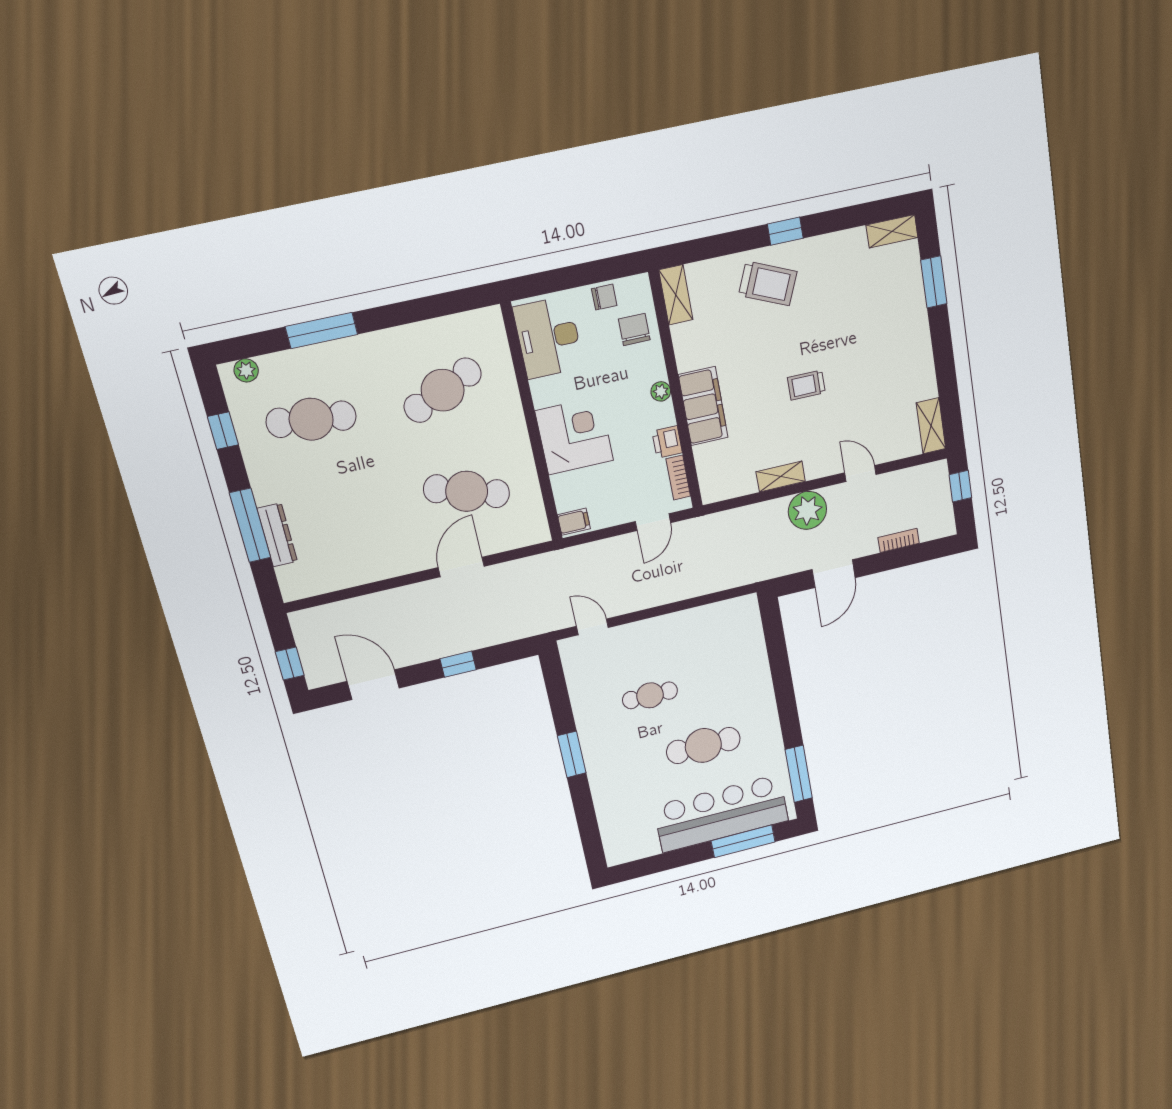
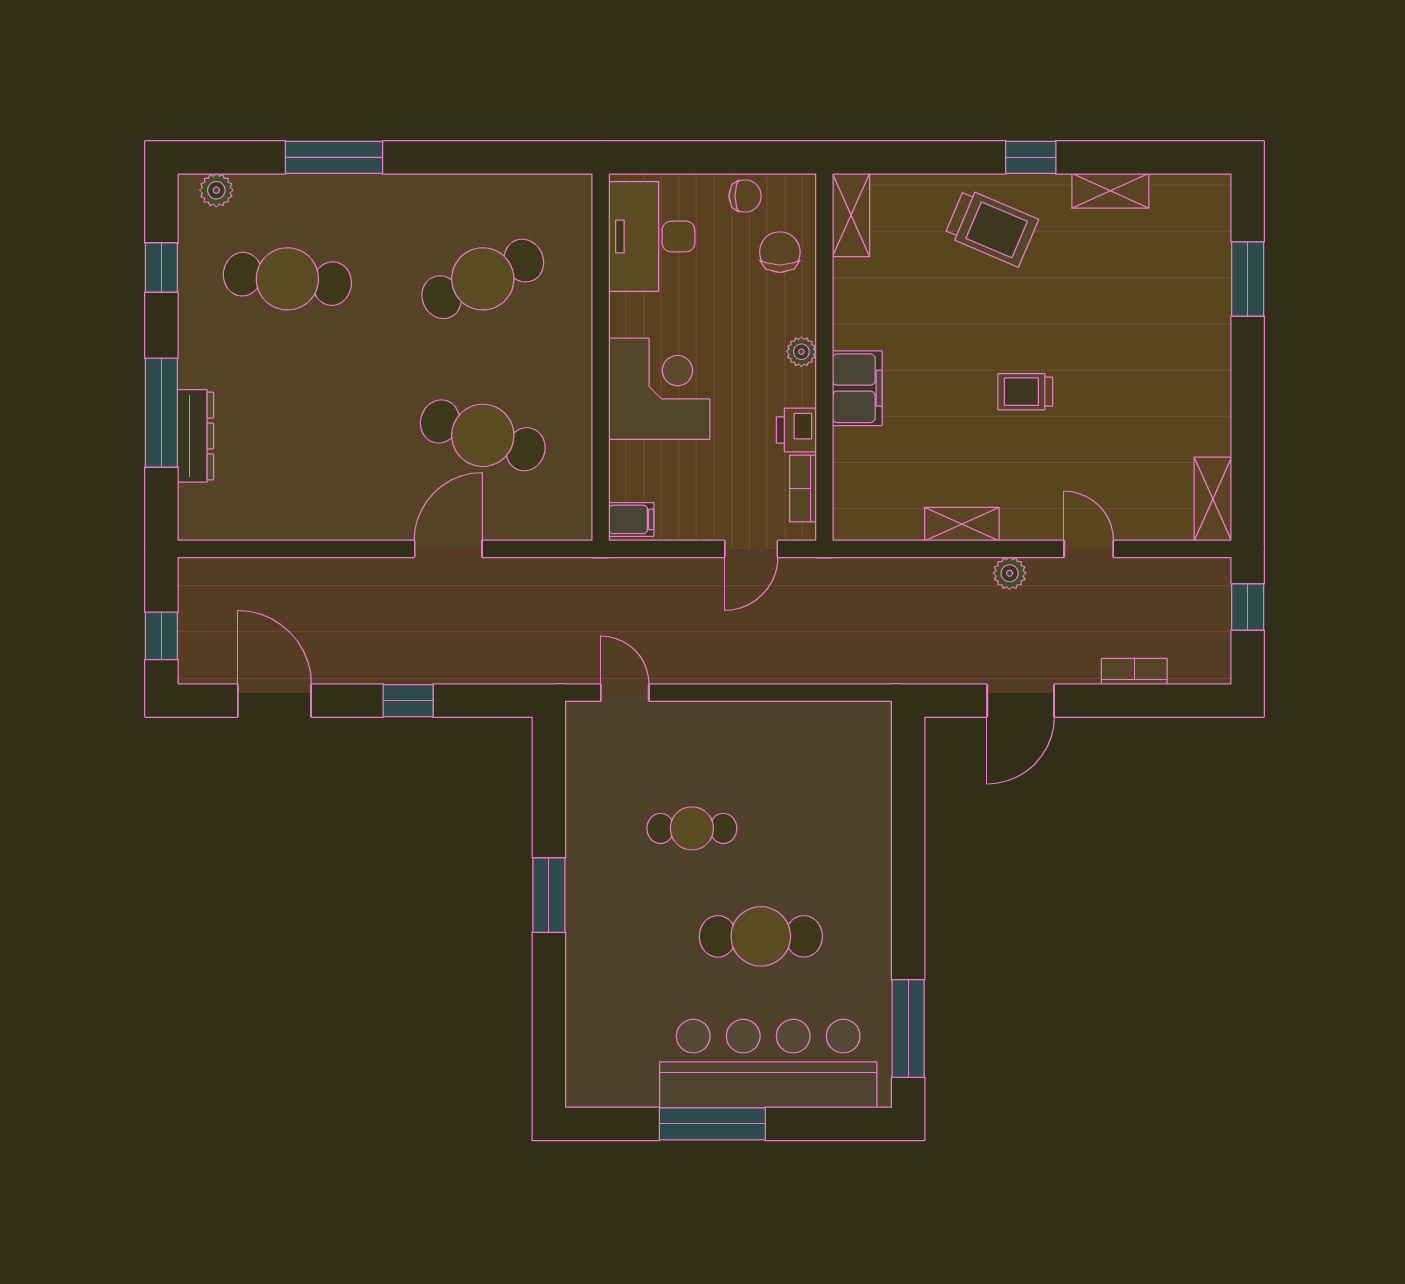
shelving: (892, 231) -> (1110, 191), moved
filing cabinet: (703, 406) -> (857, 388), width x0.67, depth x0.86
plant: (807, 510) -> (1010, 573), width x0.53, depth x0.53
window: (743, 841) -> (712, 1124), moved

